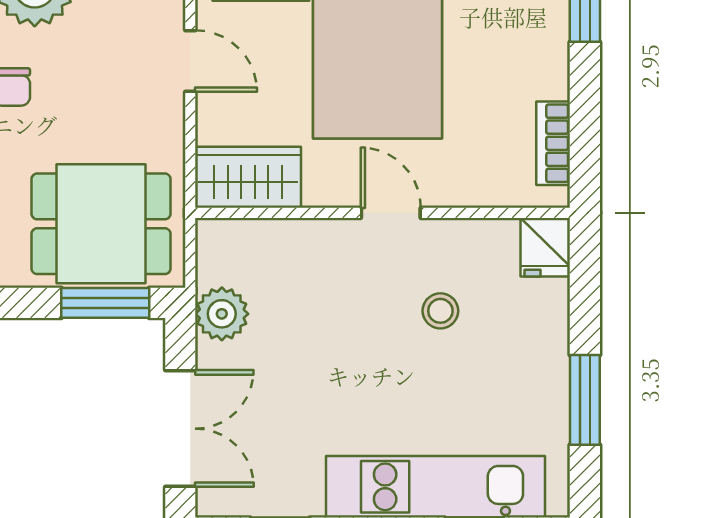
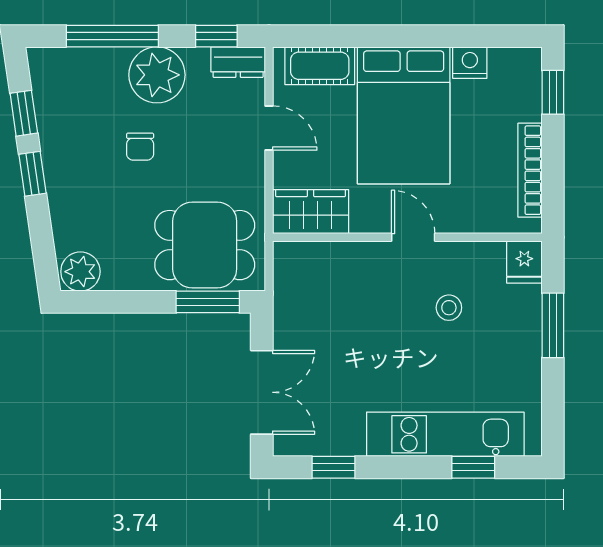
bookcase: (553, 143) -> (530, 170), width x1.56
plant: (222, 314) -> (292, 310), removed
window: (585, 400) -> (553, 325), moved

